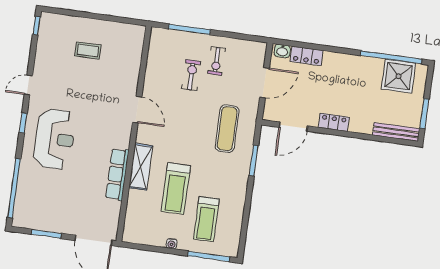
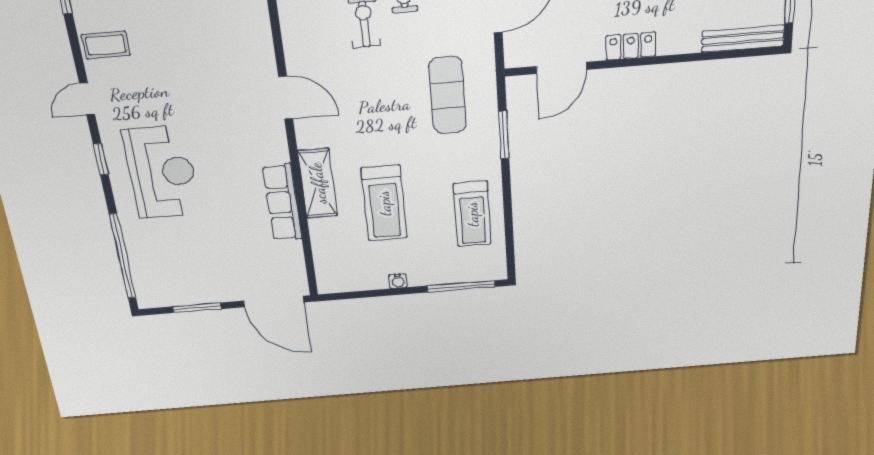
coffee table: (88, 50) -> (106, 45), moved
treadmill: (206, 219) -> (472, 214), moved

